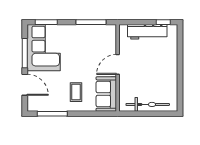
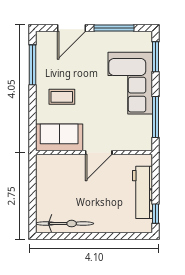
corner sofa: (44, 48) -> (130, 83), moved, turned 90
door: (118, 64) -> (99, 153), swing flipped
bicycle: (148, 104) -> (65, 224), moved, turned -90

